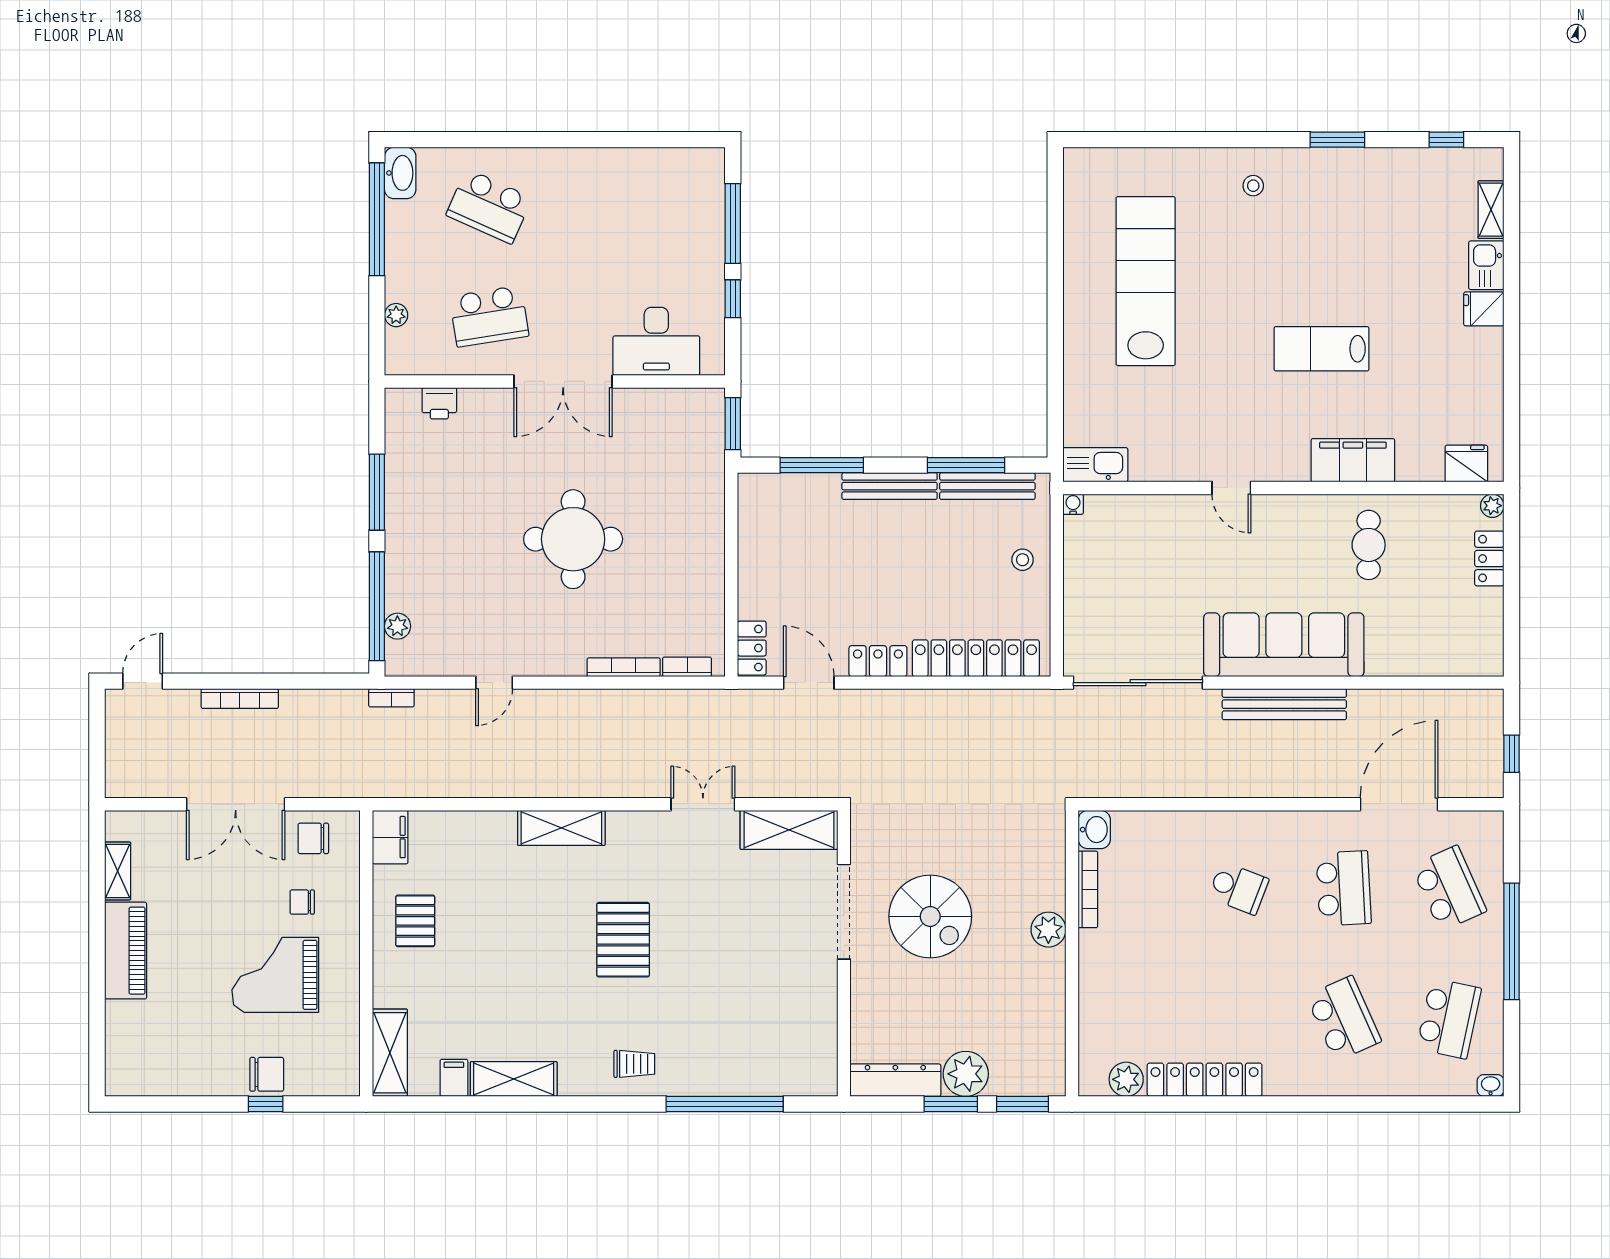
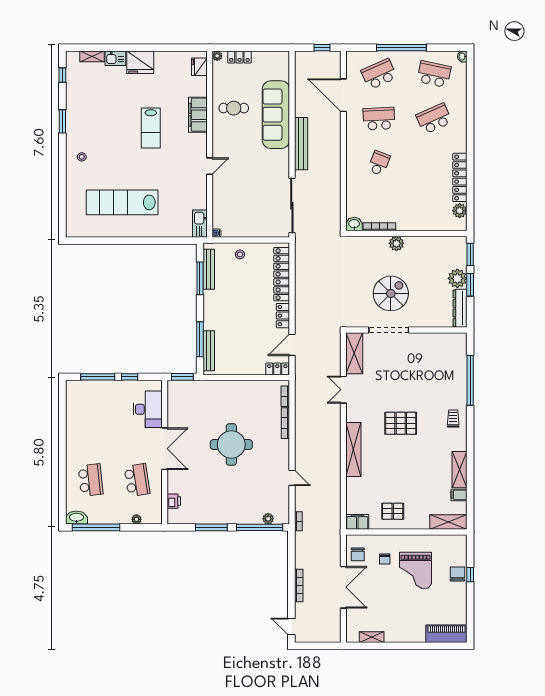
school desk: (489, 206) -> (91, 480), turned -30
fridge: (1484, 309) -> (140, 62), width x1.88, depth x1.34
bench: (890, 486) -> (209, 351), moved
sofa: (1284, 645) -> (276, 115), moved
shelving: (561, 828) -> (353, 449), width x1.47
piano: (126, 951) -> (446, 634), moved

